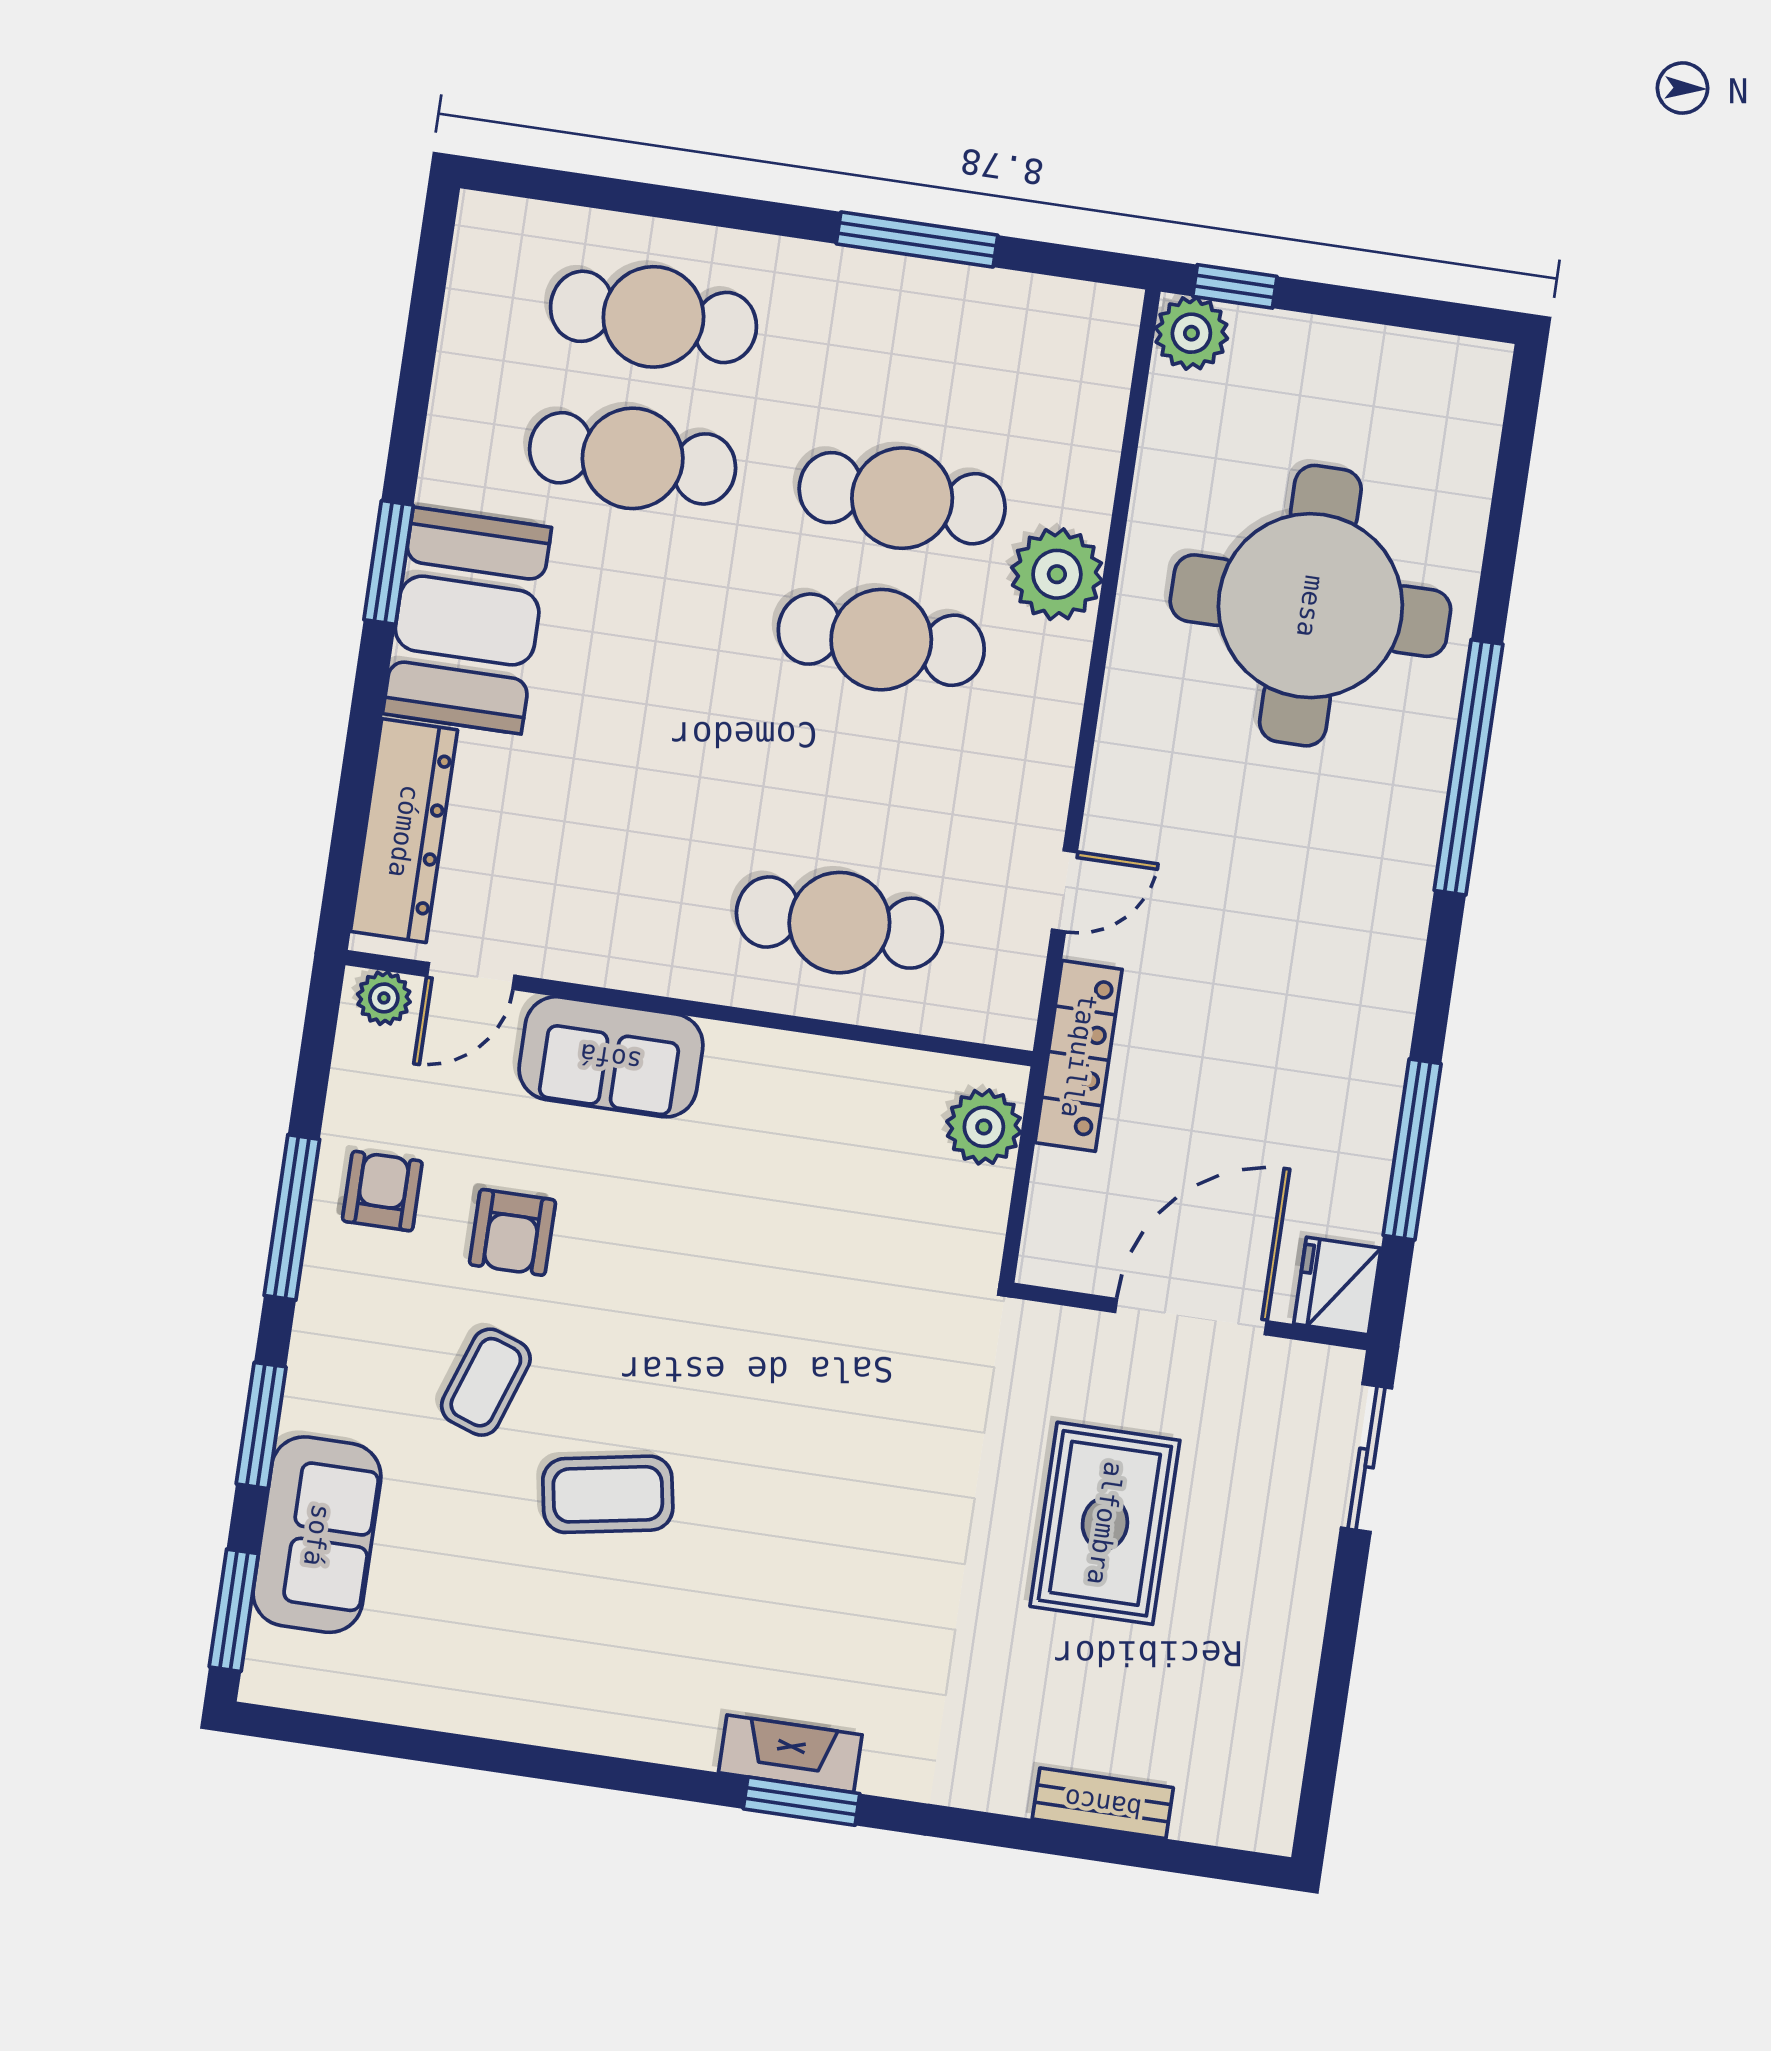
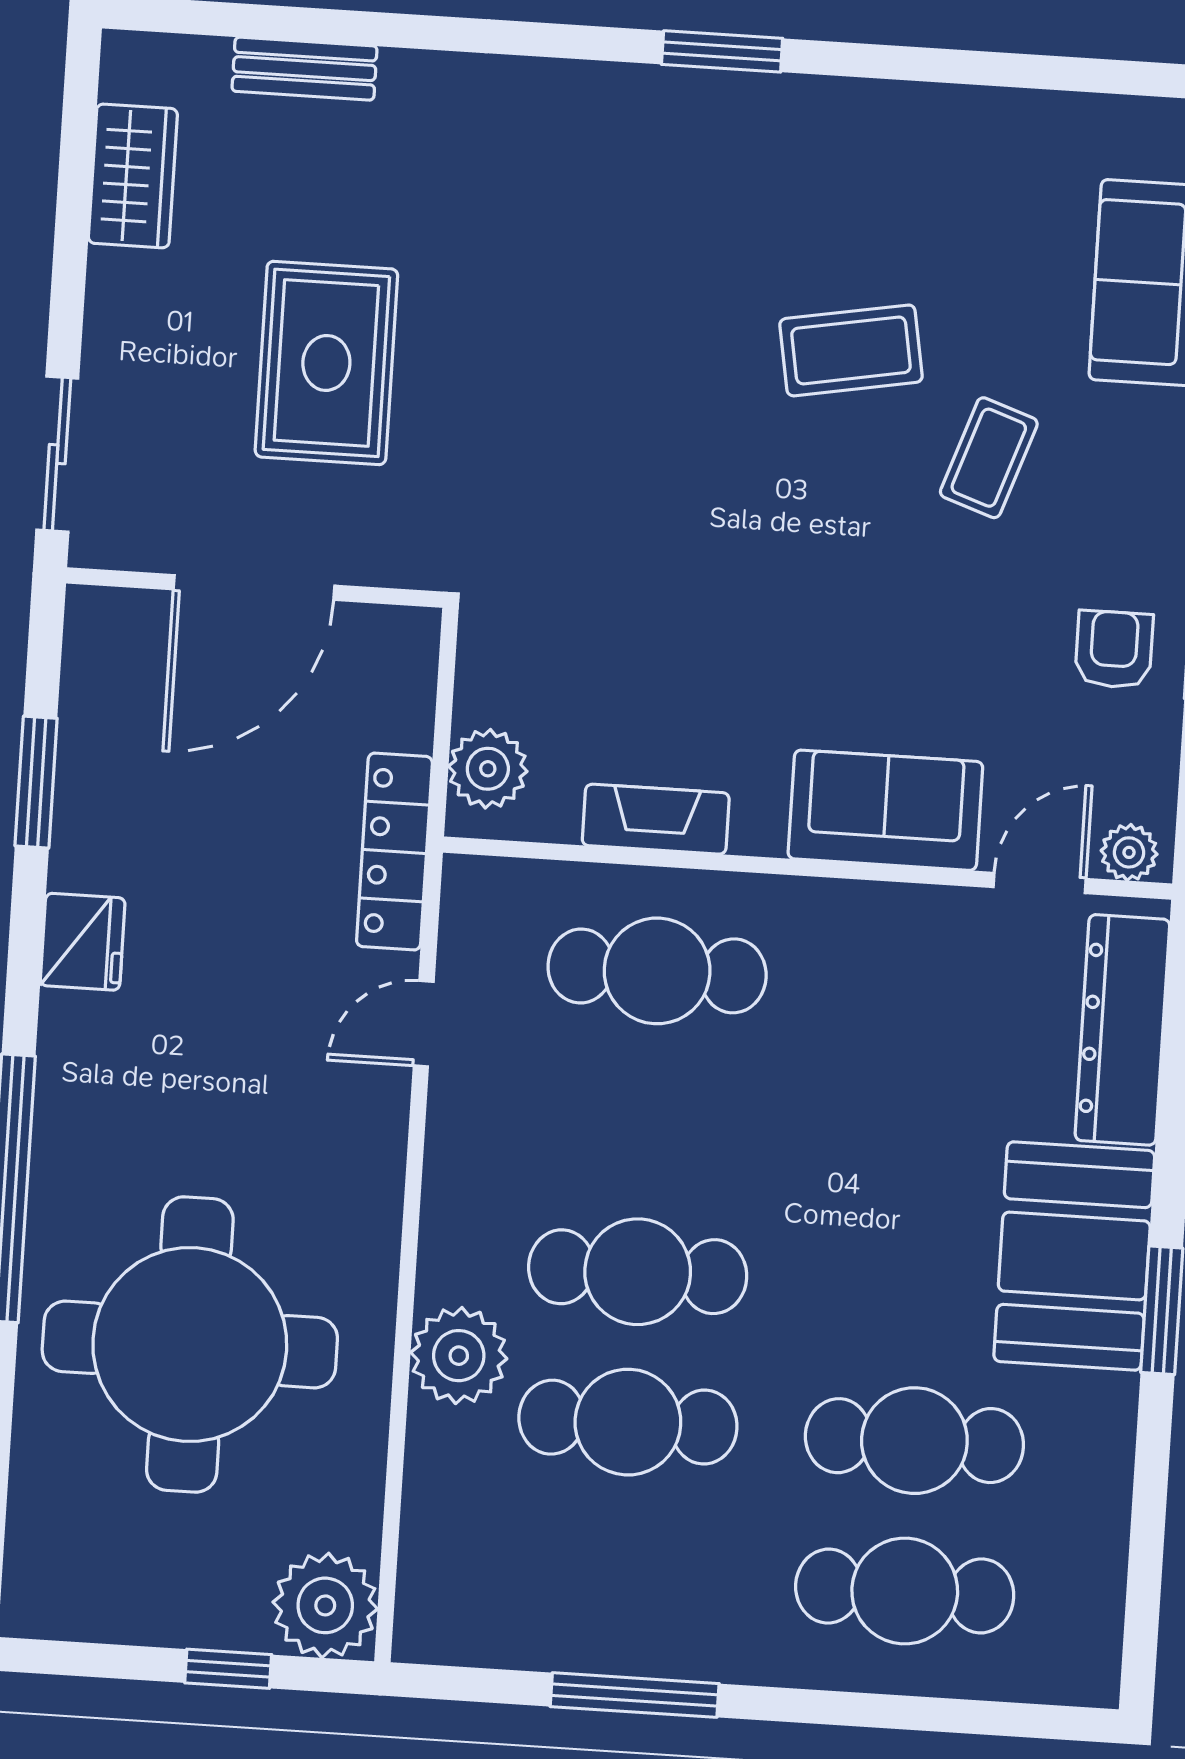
window: (1235, 286) -> (228, 1669), moved
plant: (1191, 333) -> (325, 1605), width x1.36, depth x1.36
window: (1412, 1149) -> (36, 782), width x0.69
armchair: (382, 1191) -> (1114, 649), turned 180
armchair: (512, 1232) -> (974, 617), removed
fridge: (1337, 1286) -> (83, 942), moved
wardrobe: (1273, 1715) -> (133, 176), added
fireplace: (790, 1754) -> (656, 819), moved, turned 180
window: (801, 1801) -> (722, 51), moved

